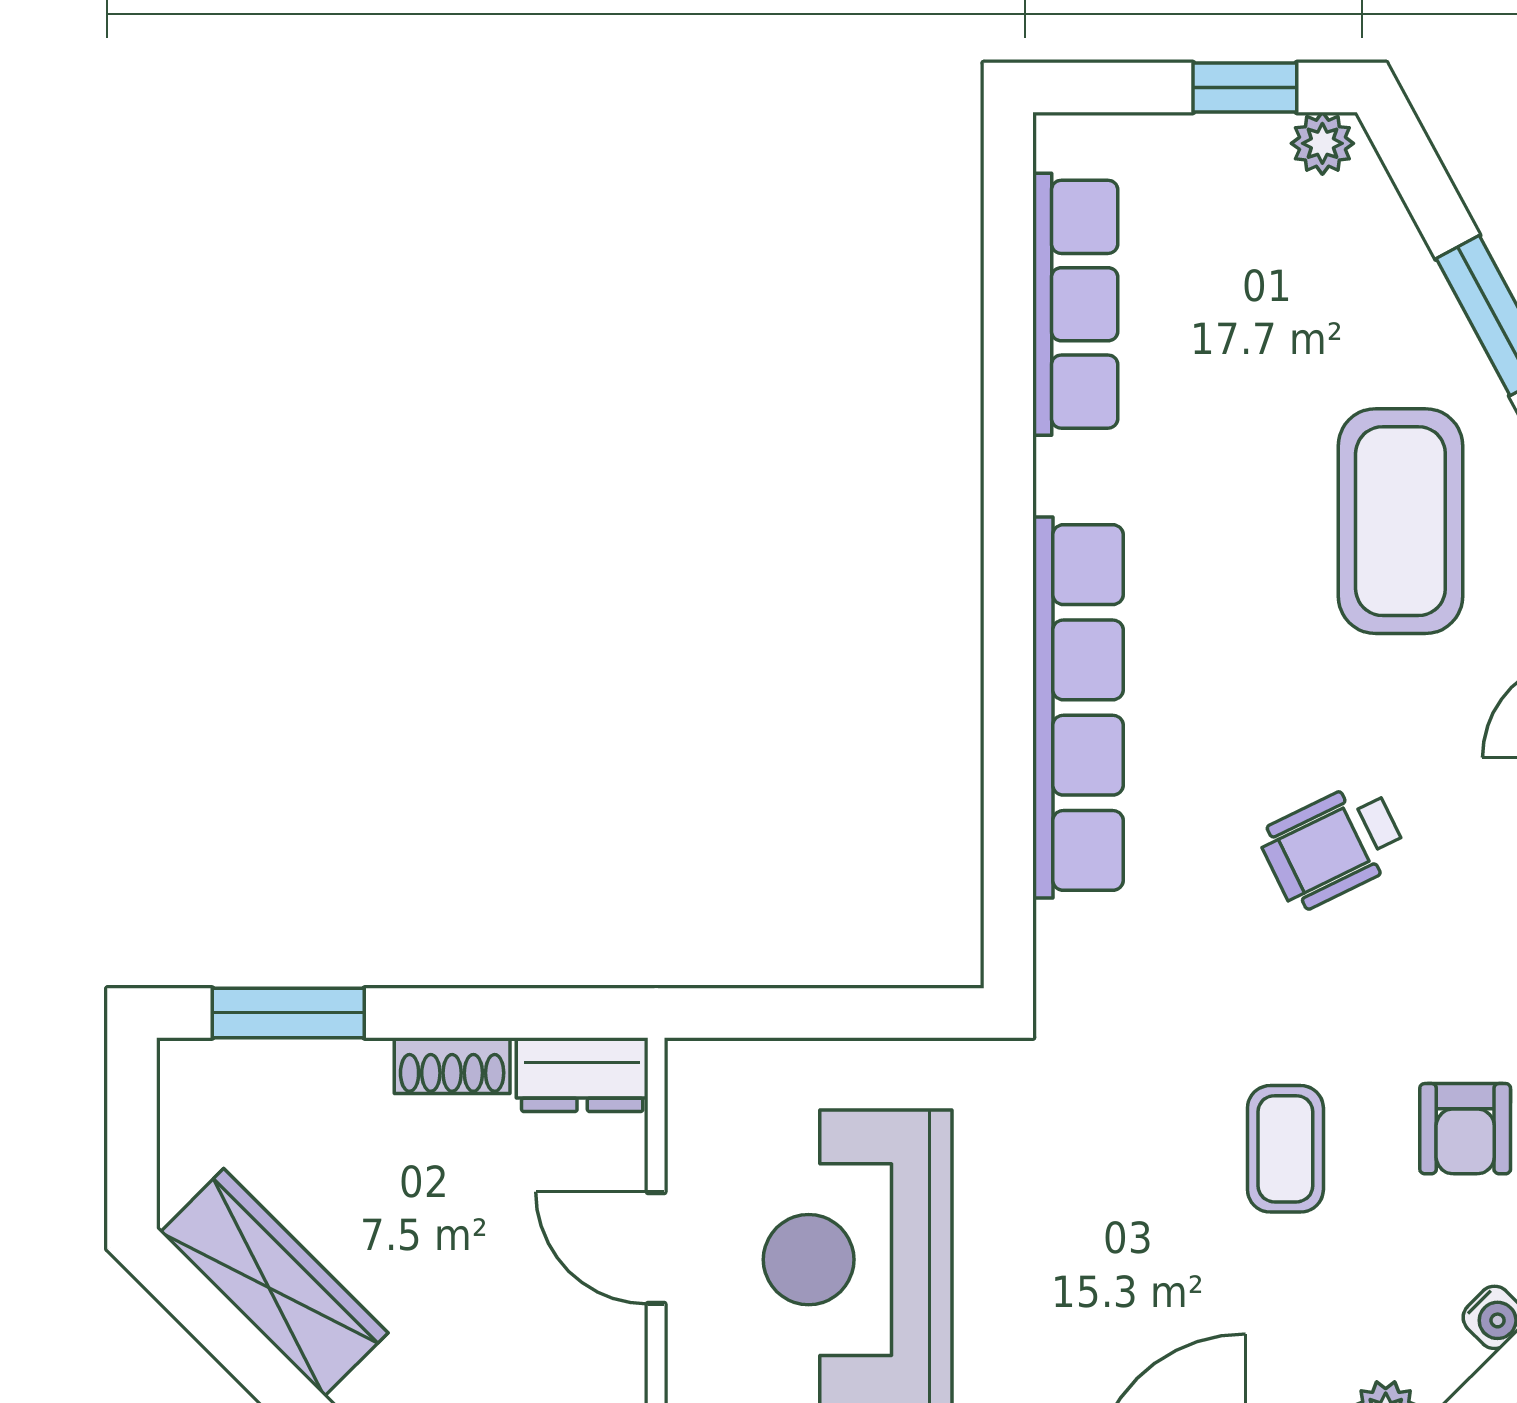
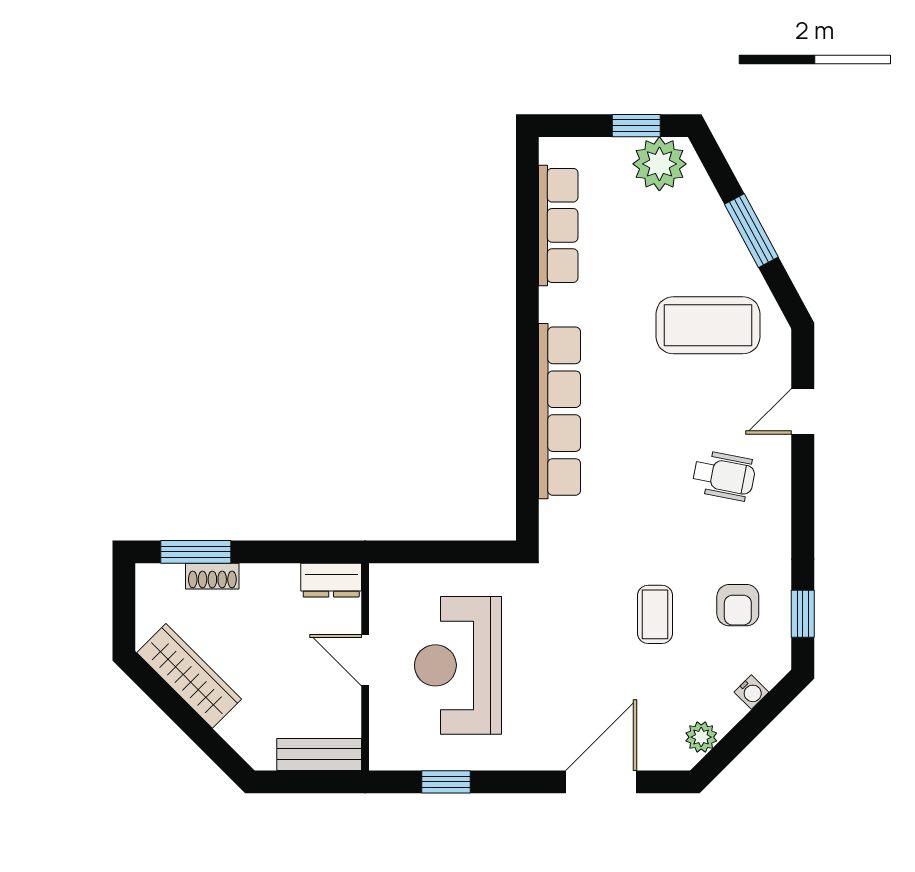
plant: (1322, 143) -> (659, 164), width x1.88, depth x1.88
coffee table: (1400, 521) -> (708, 325), turned 90
wheelchair: (1333, 846) -> (724, 476), moved, turned -143
shoe rack: (452, 1066) -> (212, 576), moved

